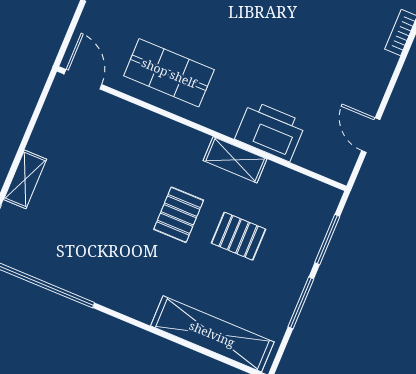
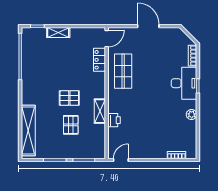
locker: (123, 114) -> (100, 60), added
printer: (270, 131) -> (114, 120), width x0.53, depth x0.68
door: (371, 135) -> (121, 160), moved

